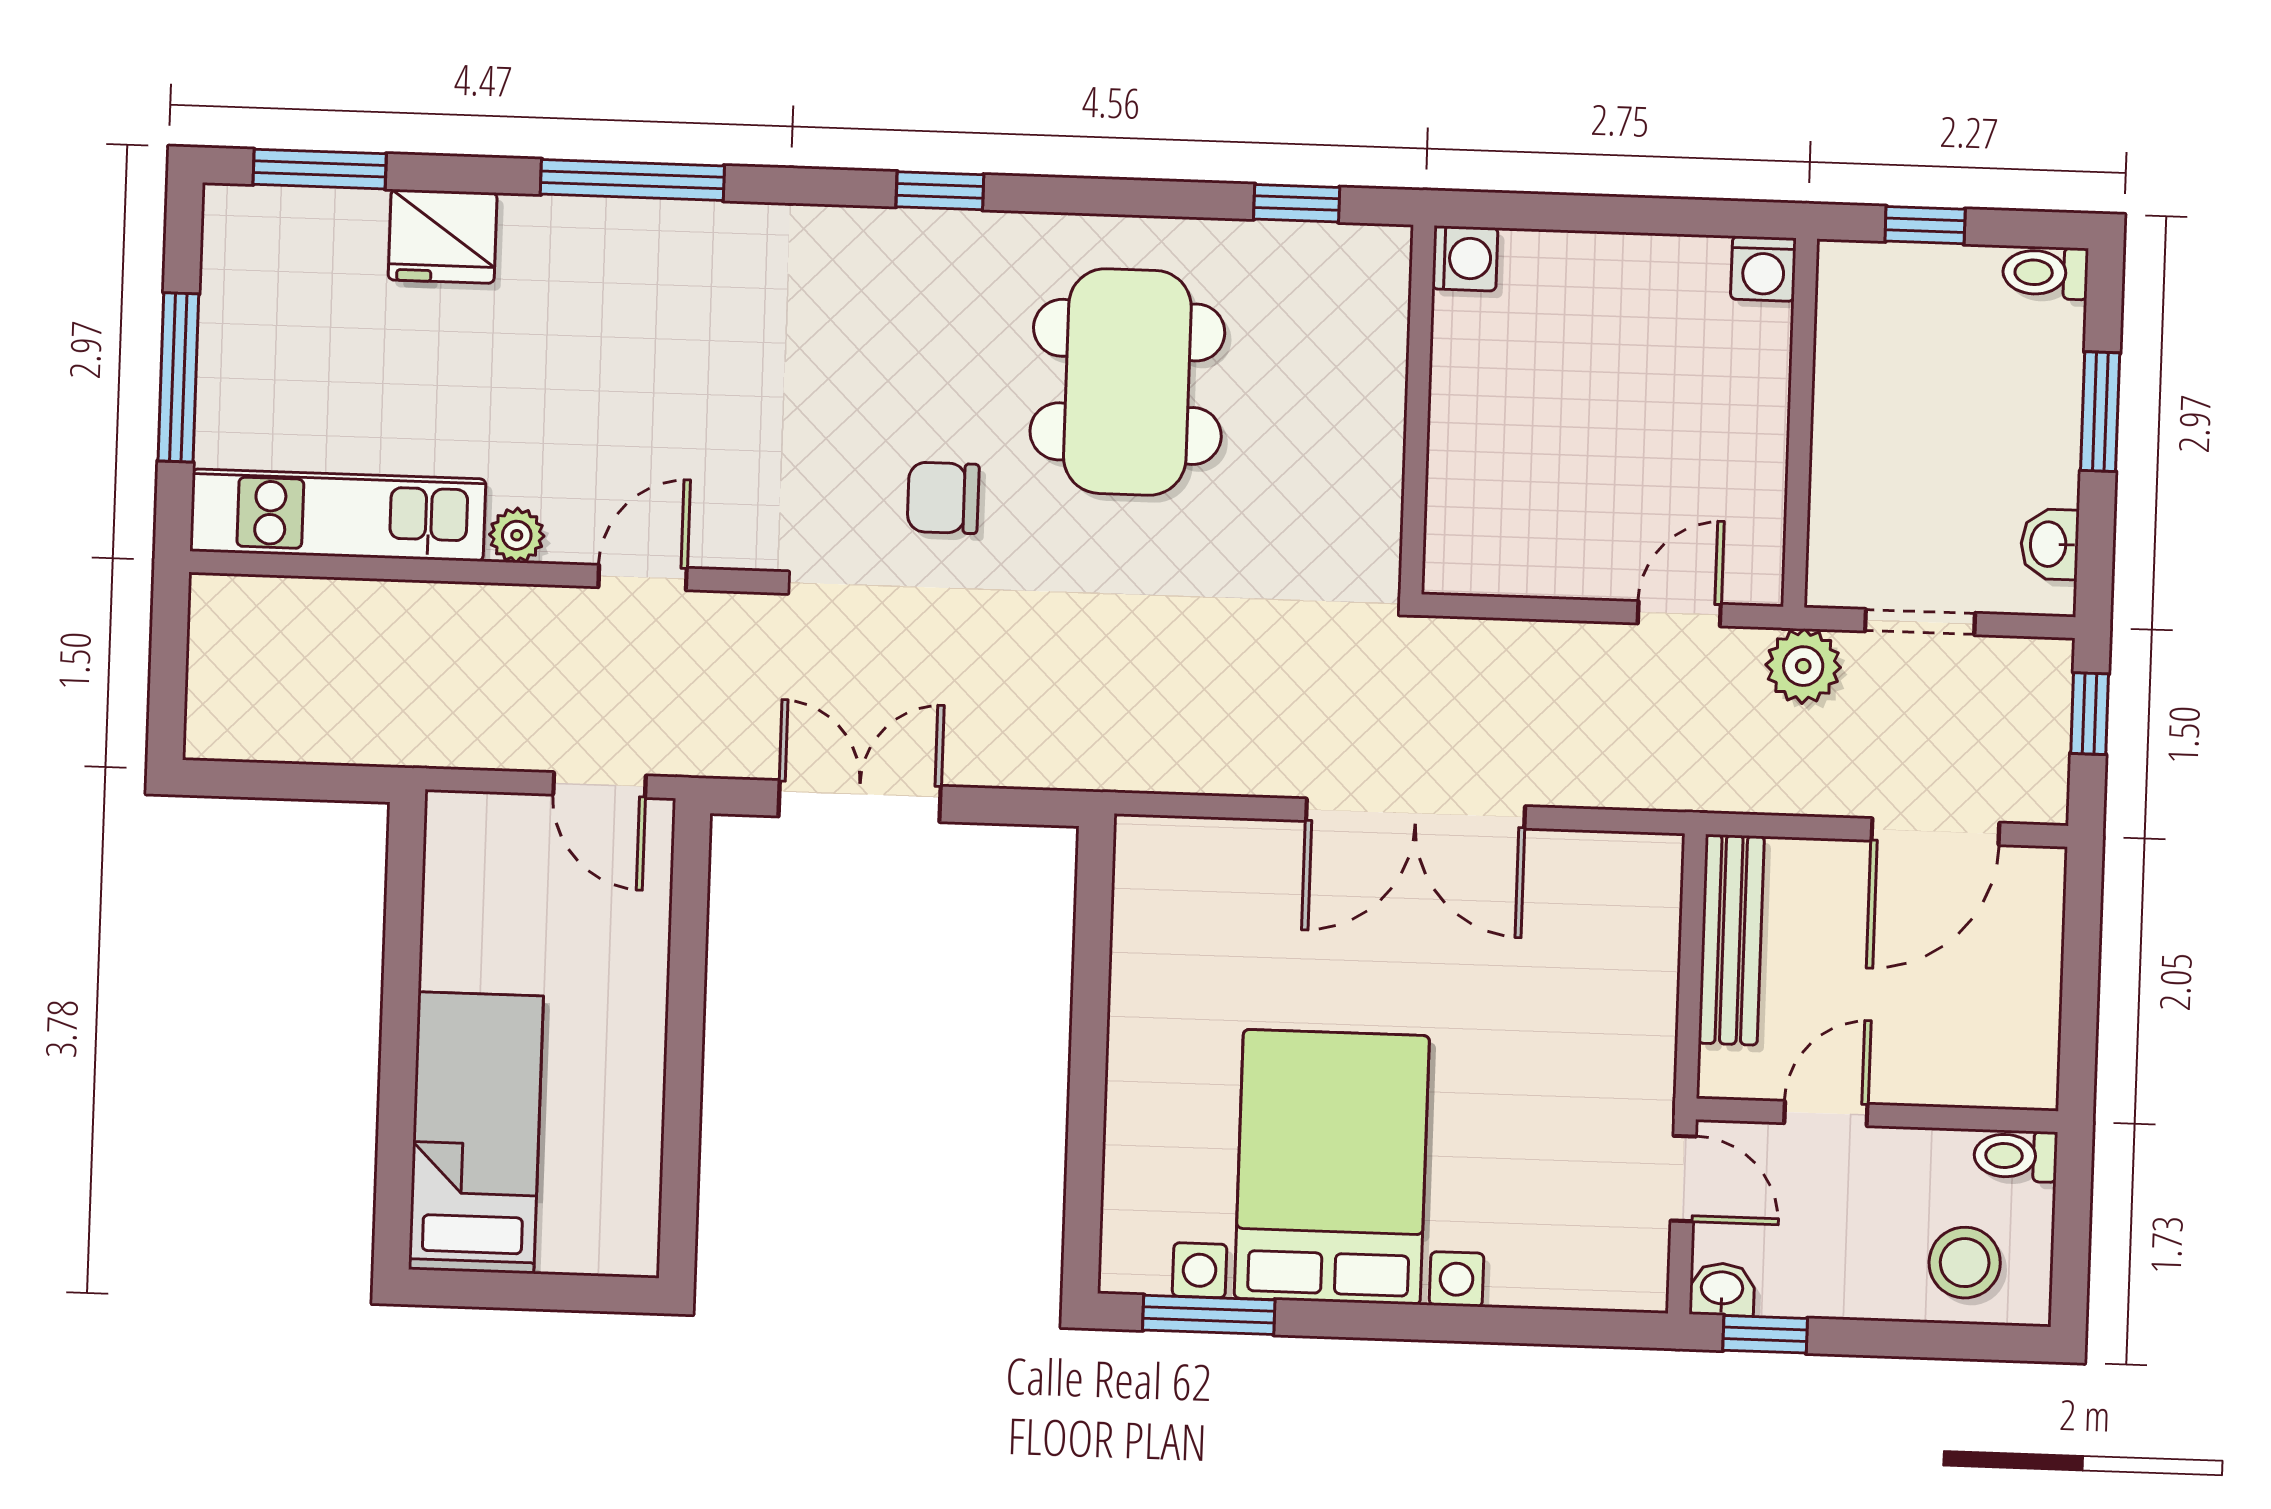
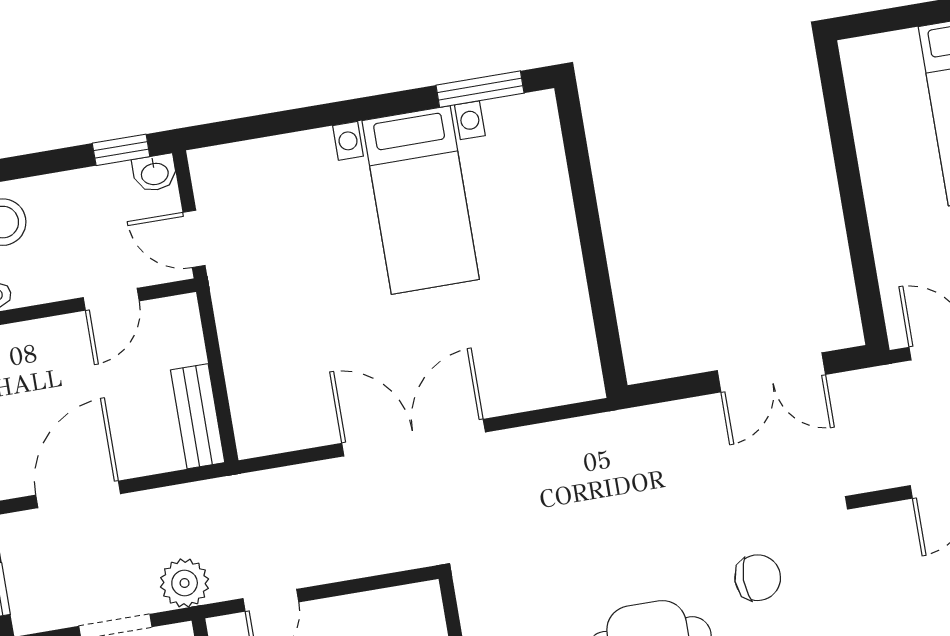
bench: (1731, 940) -> (198, 416), width x0.73
bed with nightstands: (1332, 1167) -> (421, 200), width x0.73

